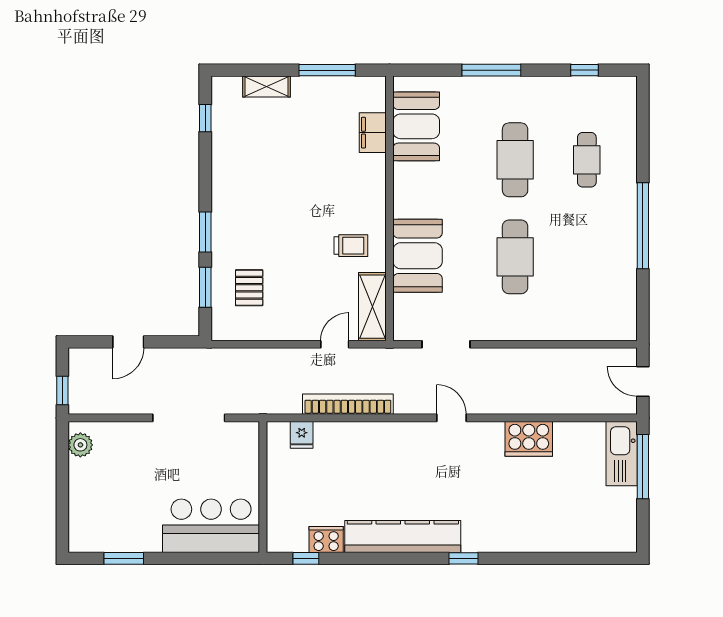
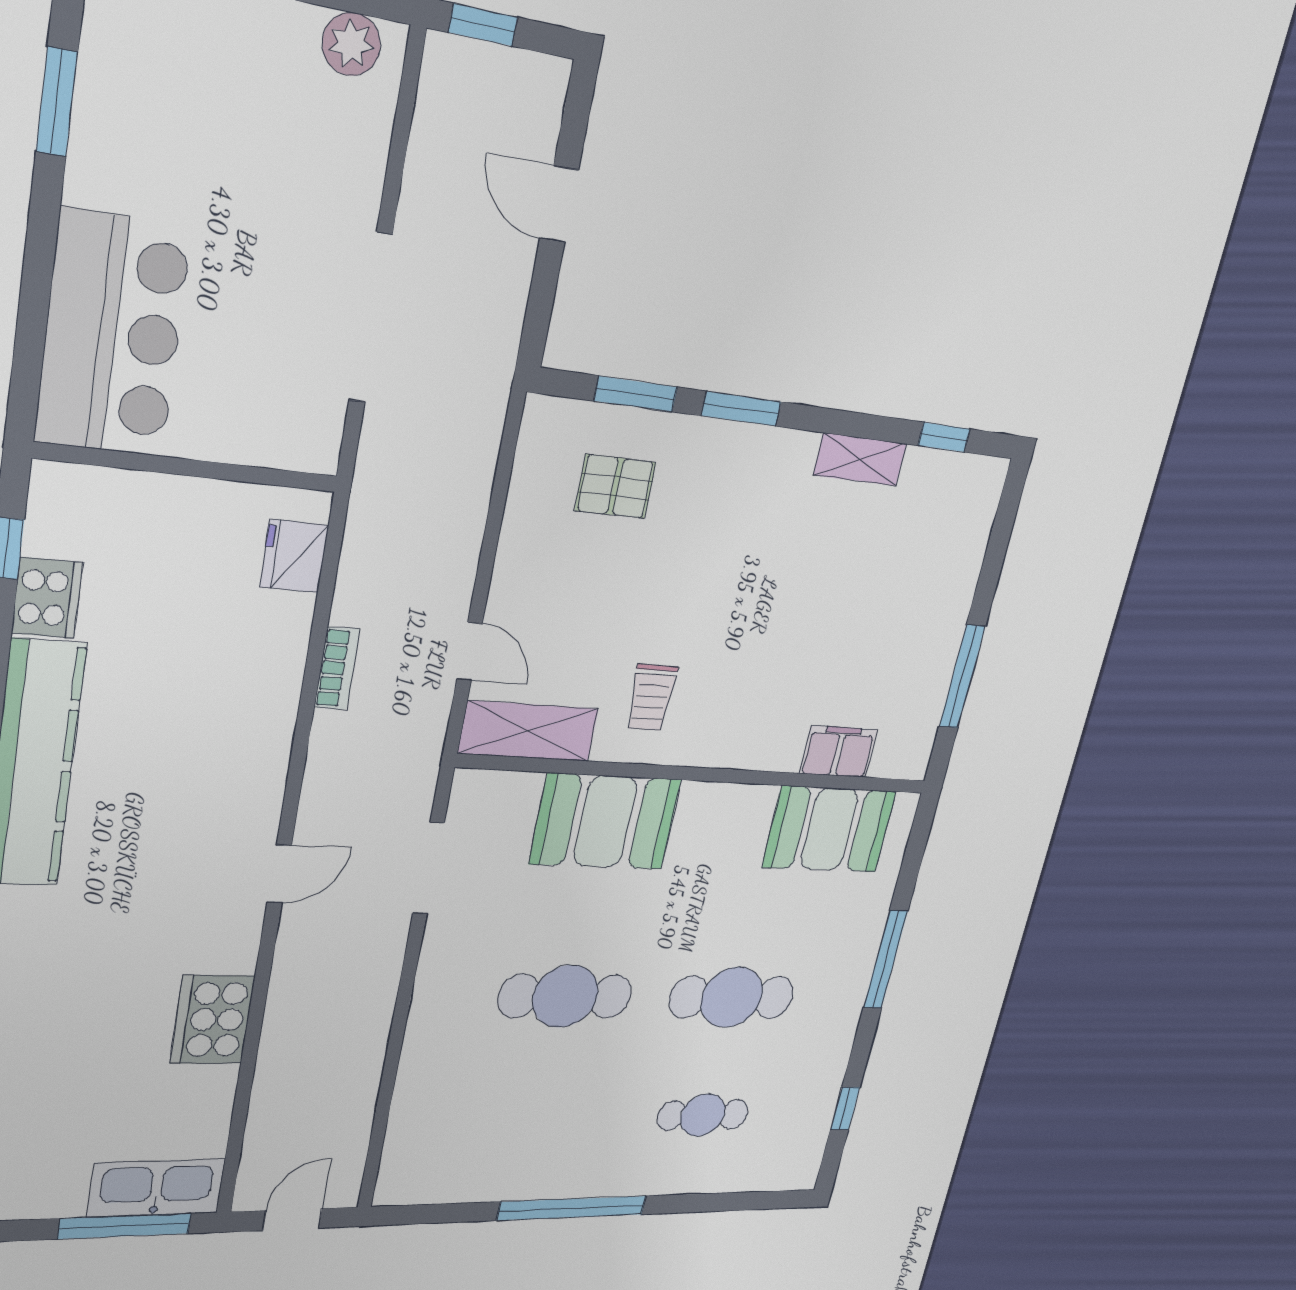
shelving: (267, 86) -> (860, 460), moved, turned 90
bookcase: (348, 404) -> (337, 668), width x0.43, depth x0.76
fridge: (302, 435) -> (294, 556), width x1.38

